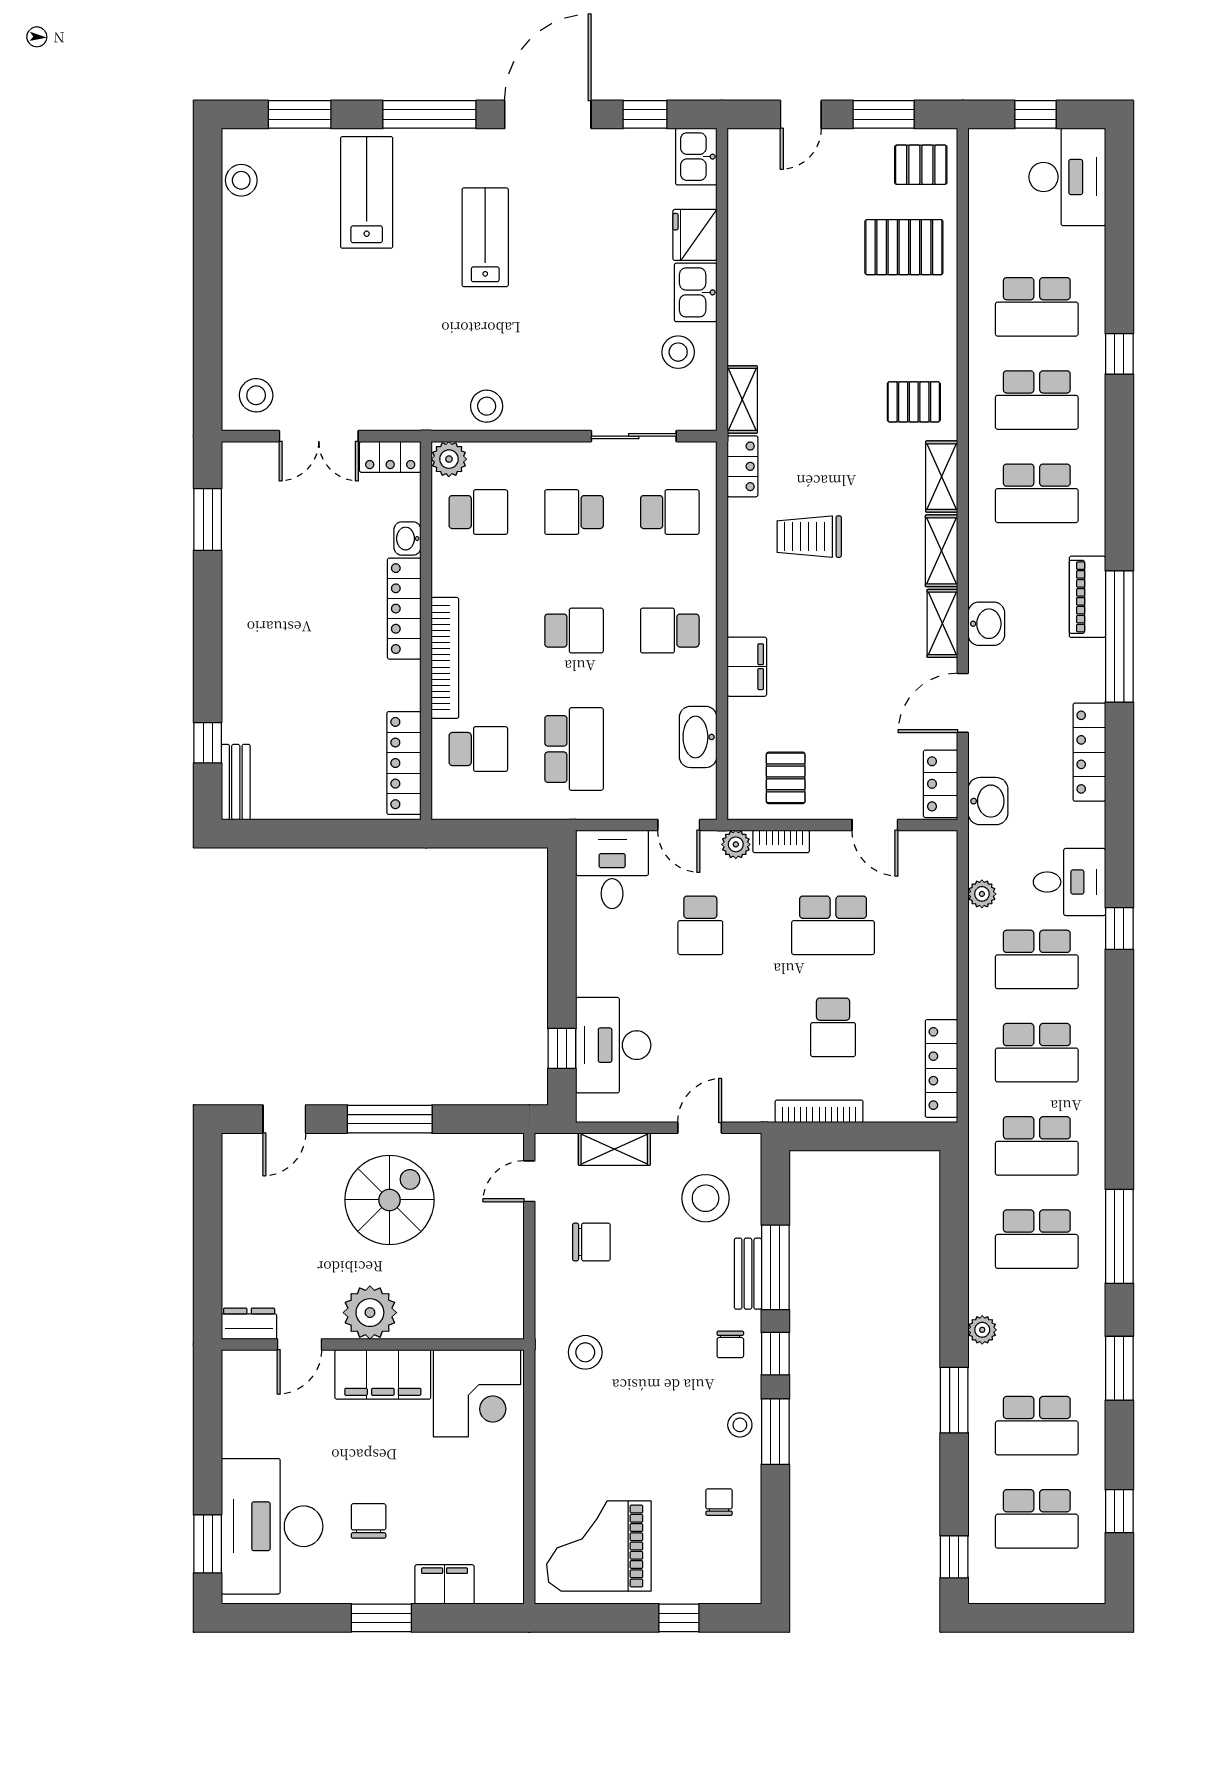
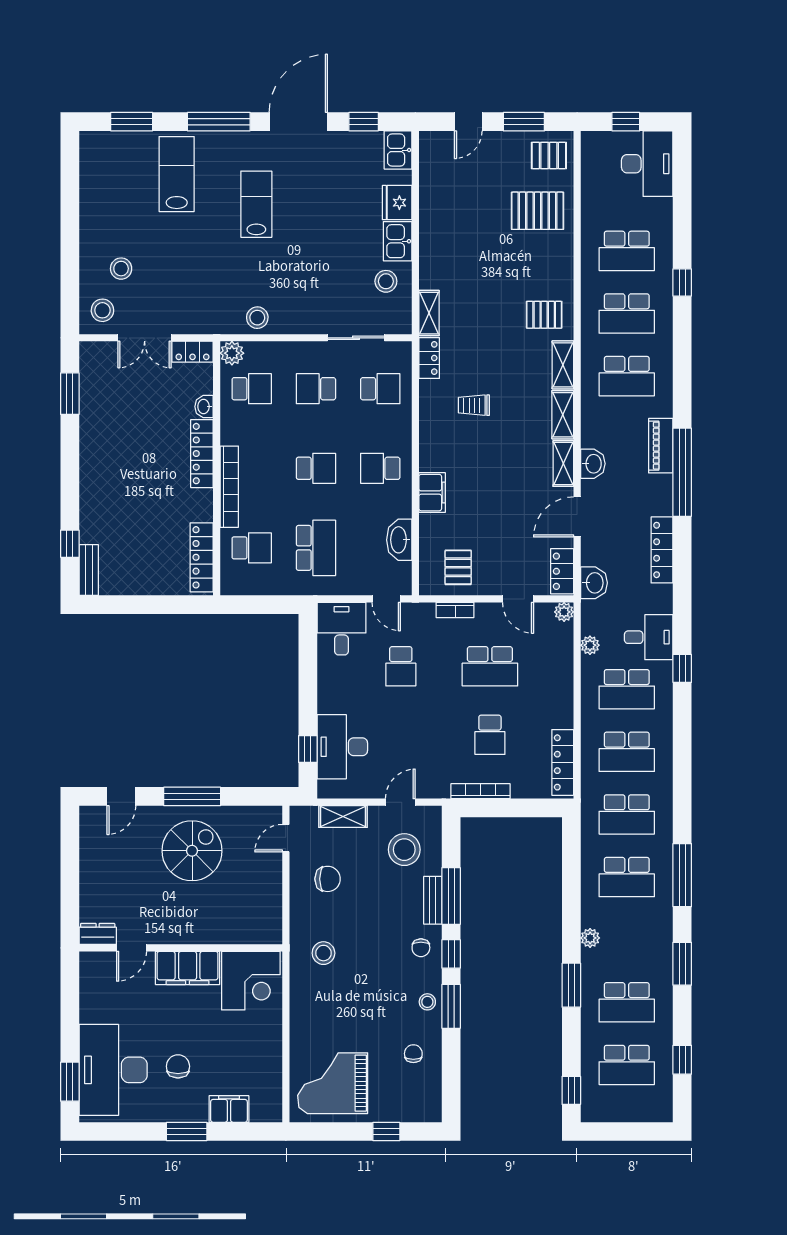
stool: (241, 180) -> (121, 269), moved
trolley: (809, 537) -> (474, 405), width x0.73, depth x0.72
plant: (736, 844) -> (564, 612), moved
plant: (370, 1313) -> (179, 926), removed

